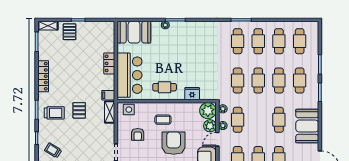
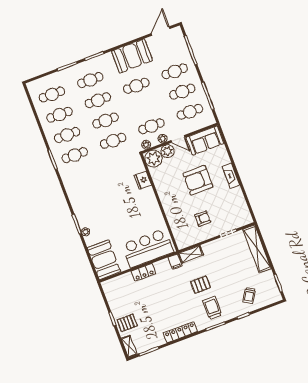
cafe table: (165, 87) -> (146, 210), removed
side table: (129, 110) -> (181, 236), removed
coffee table: (163, 120) -> (179, 199), removed

